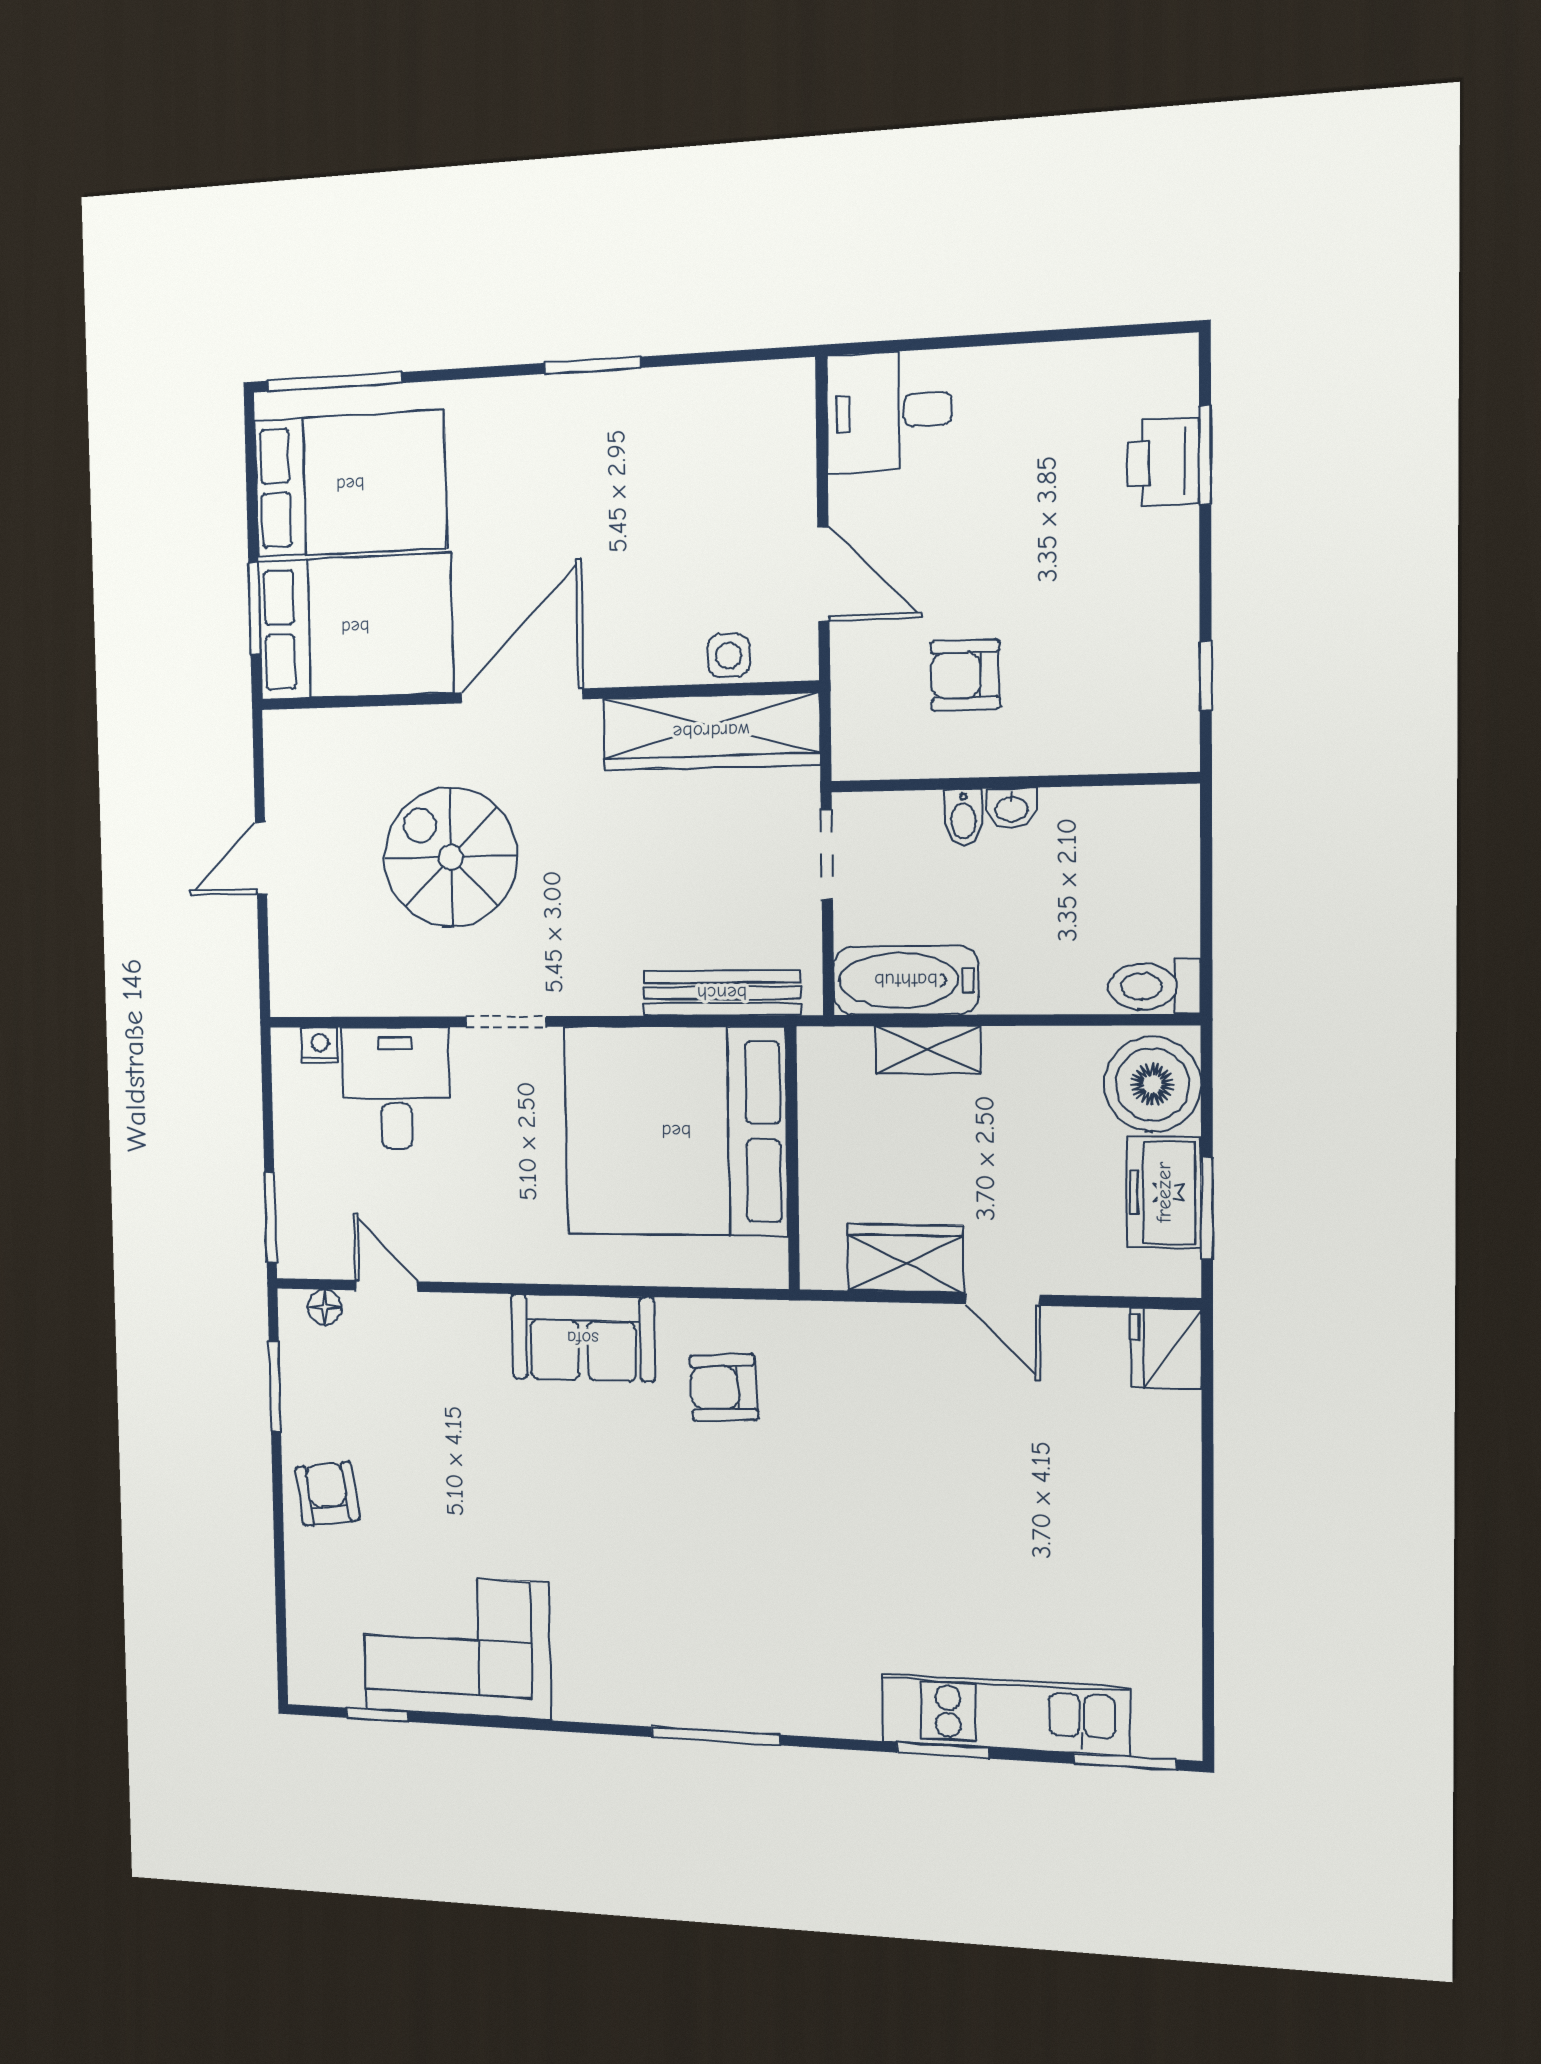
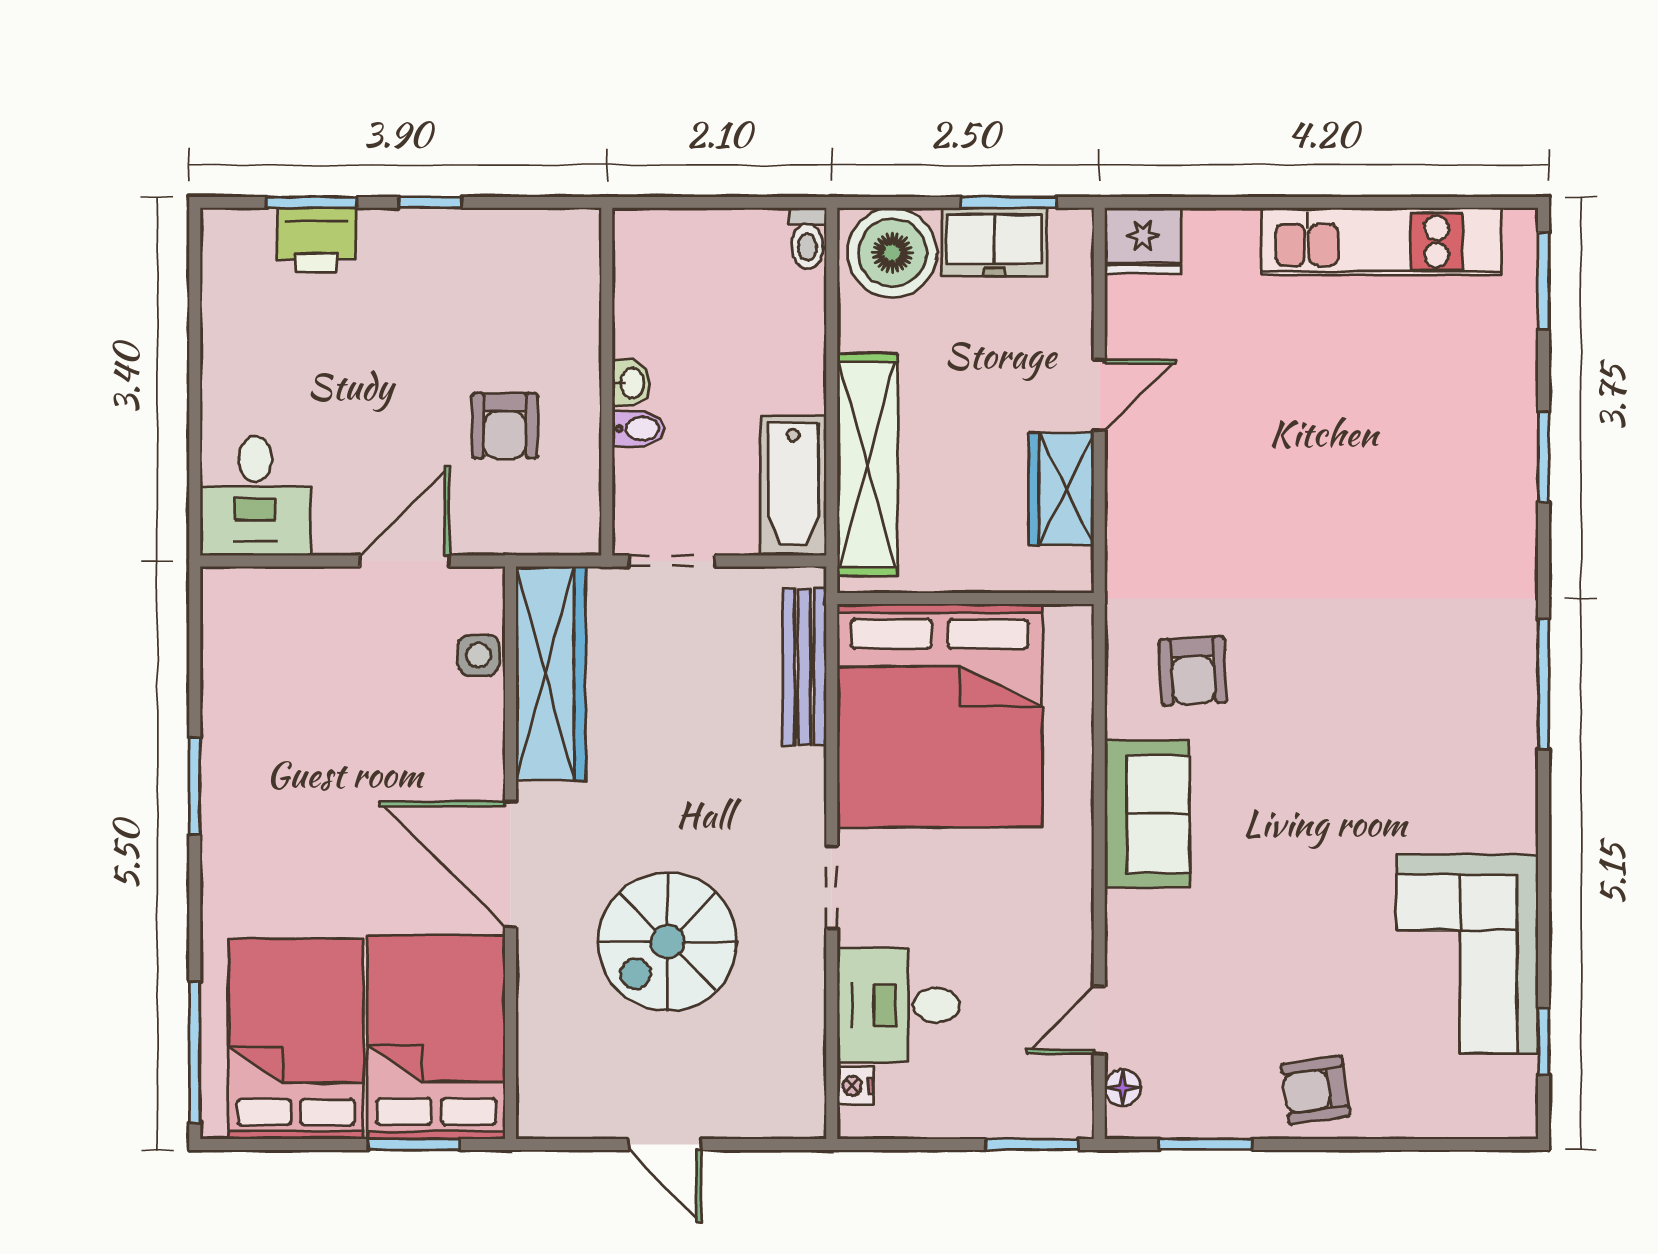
window: (1206, 676) -> (430, 202), moved
toilet: (1154, 986) -> (807, 238), width x0.73, depth x0.72
shelving: (928, 1050) -> (867, 465), width x2.20, depth x1.33
kitchen unit: (1005, 1715) -> (1381, 242), moved, turned -90

